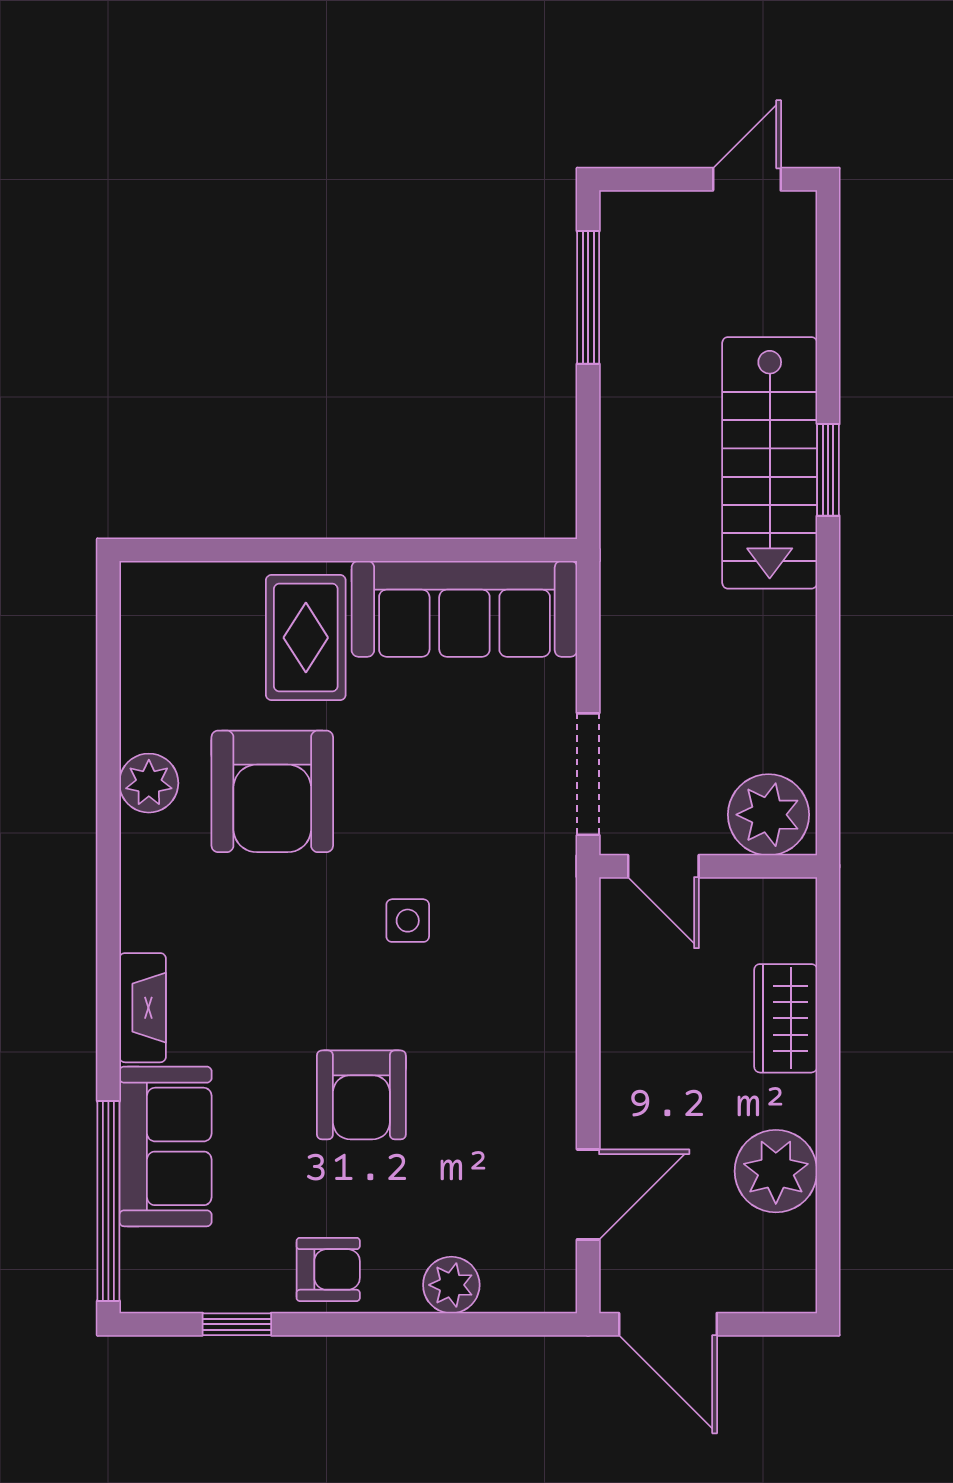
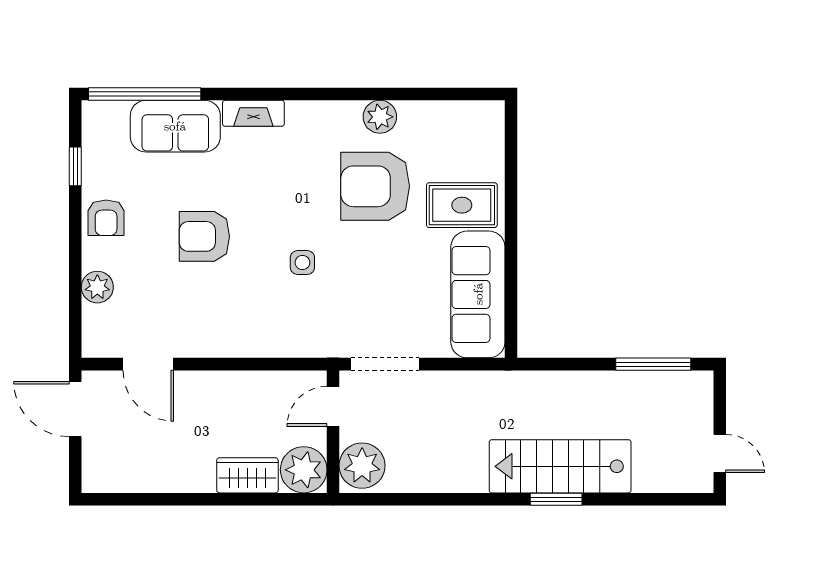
plant: (776, 1171) -> (304, 470), moved
door: (668, 1324) -> (75, 409), hinge flipped

